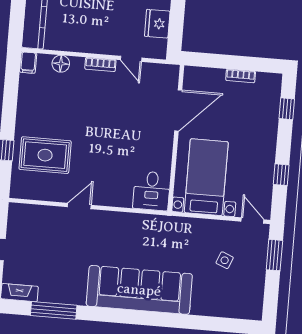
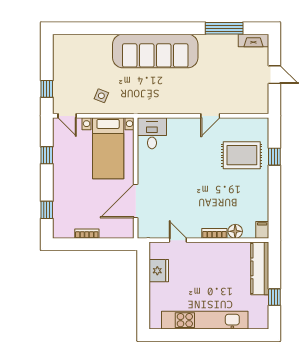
bookcase: (100, 64) -> (214, 233), moved
window: (274, 255) -> (47, 89), width x0.67
side table: (225, 260) -> (101, 96), moved

